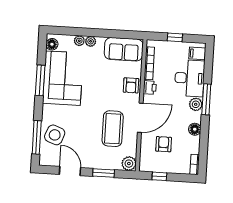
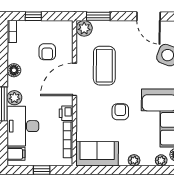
plant: (79, 41) -> (161, 160), moved
armchair: (131, 85) -> (120, 112), moved
window: (104, 173) -> (98, 16), moved
window: (159, 176) -> (33, 16), moved

